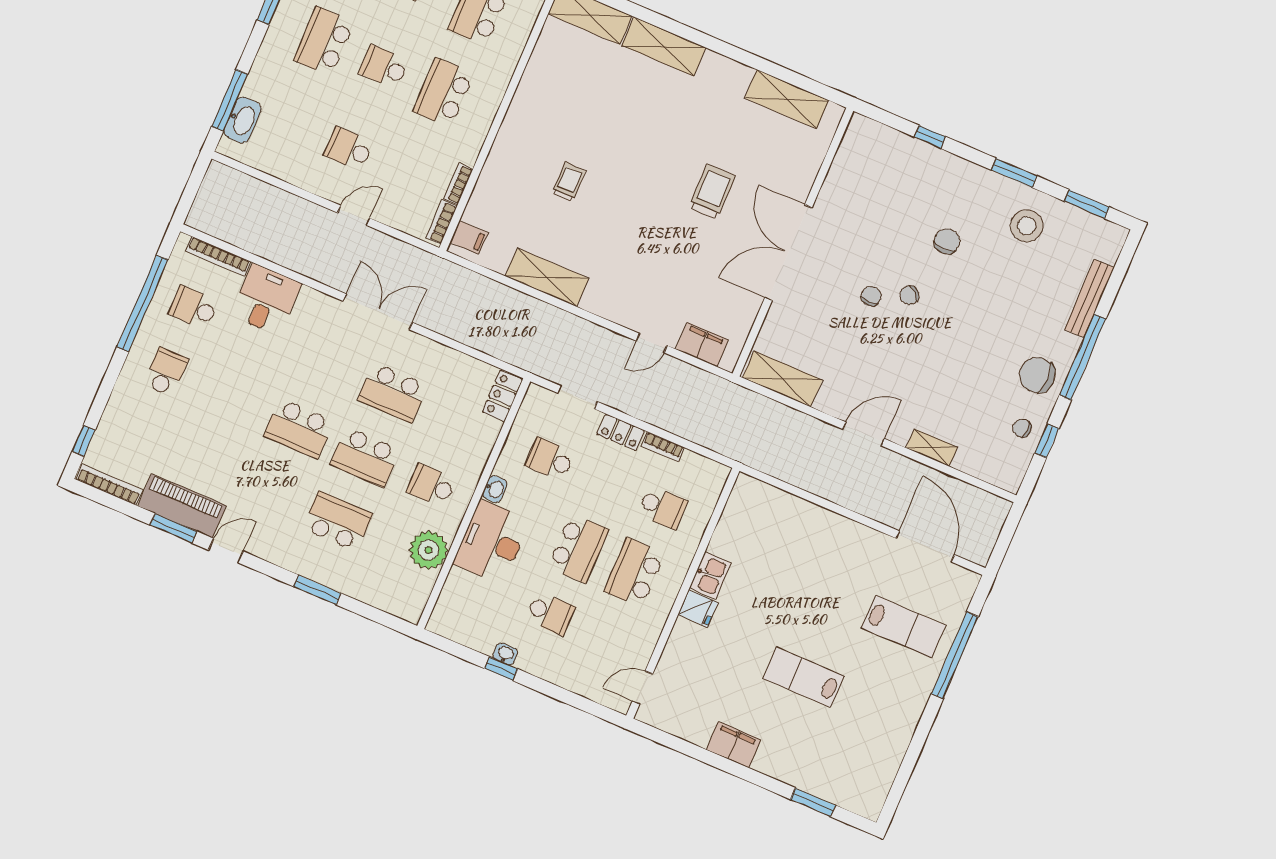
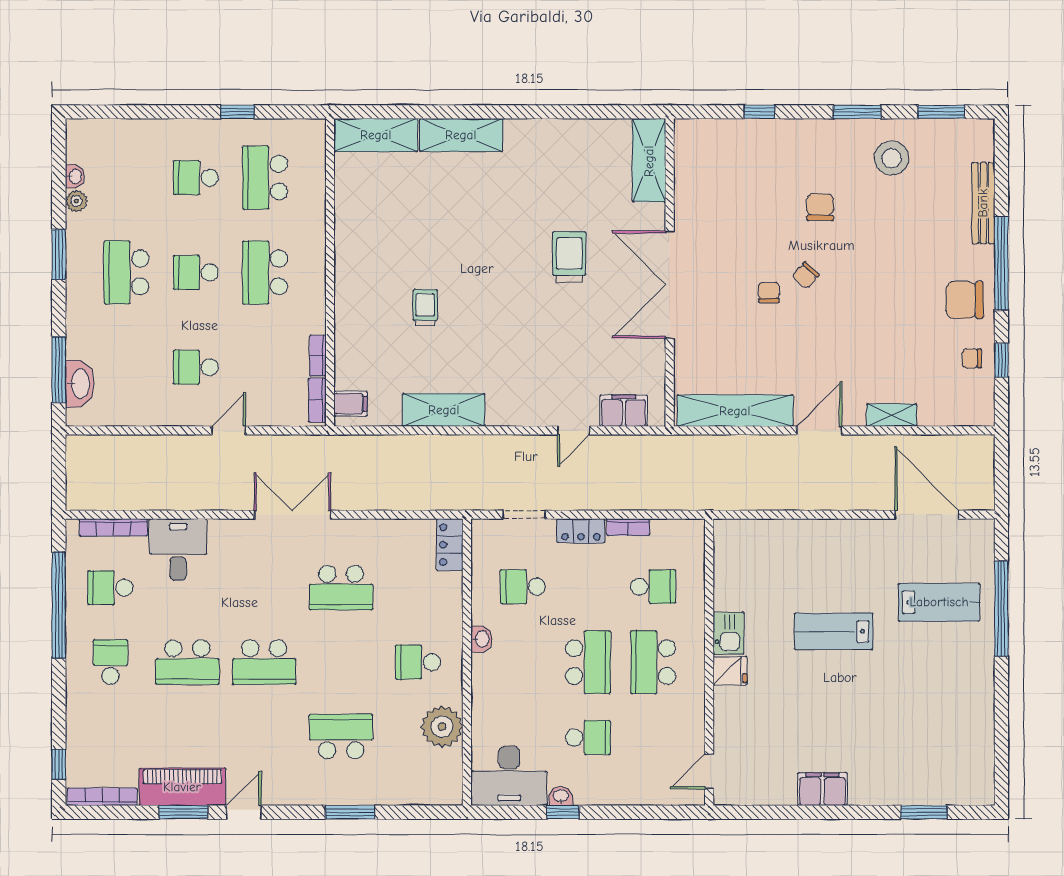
shelving: (787, 99) -> (649, 161), moved, turned 90
shelving: (782, 379) -> (735, 411), width x1.47
school desk: (365, 457) -> (187, 662), moved
desk: (492, 542) -> (509, 776), moved, turned -90
lab bench: (804, 677) -> (833, 631), moved

